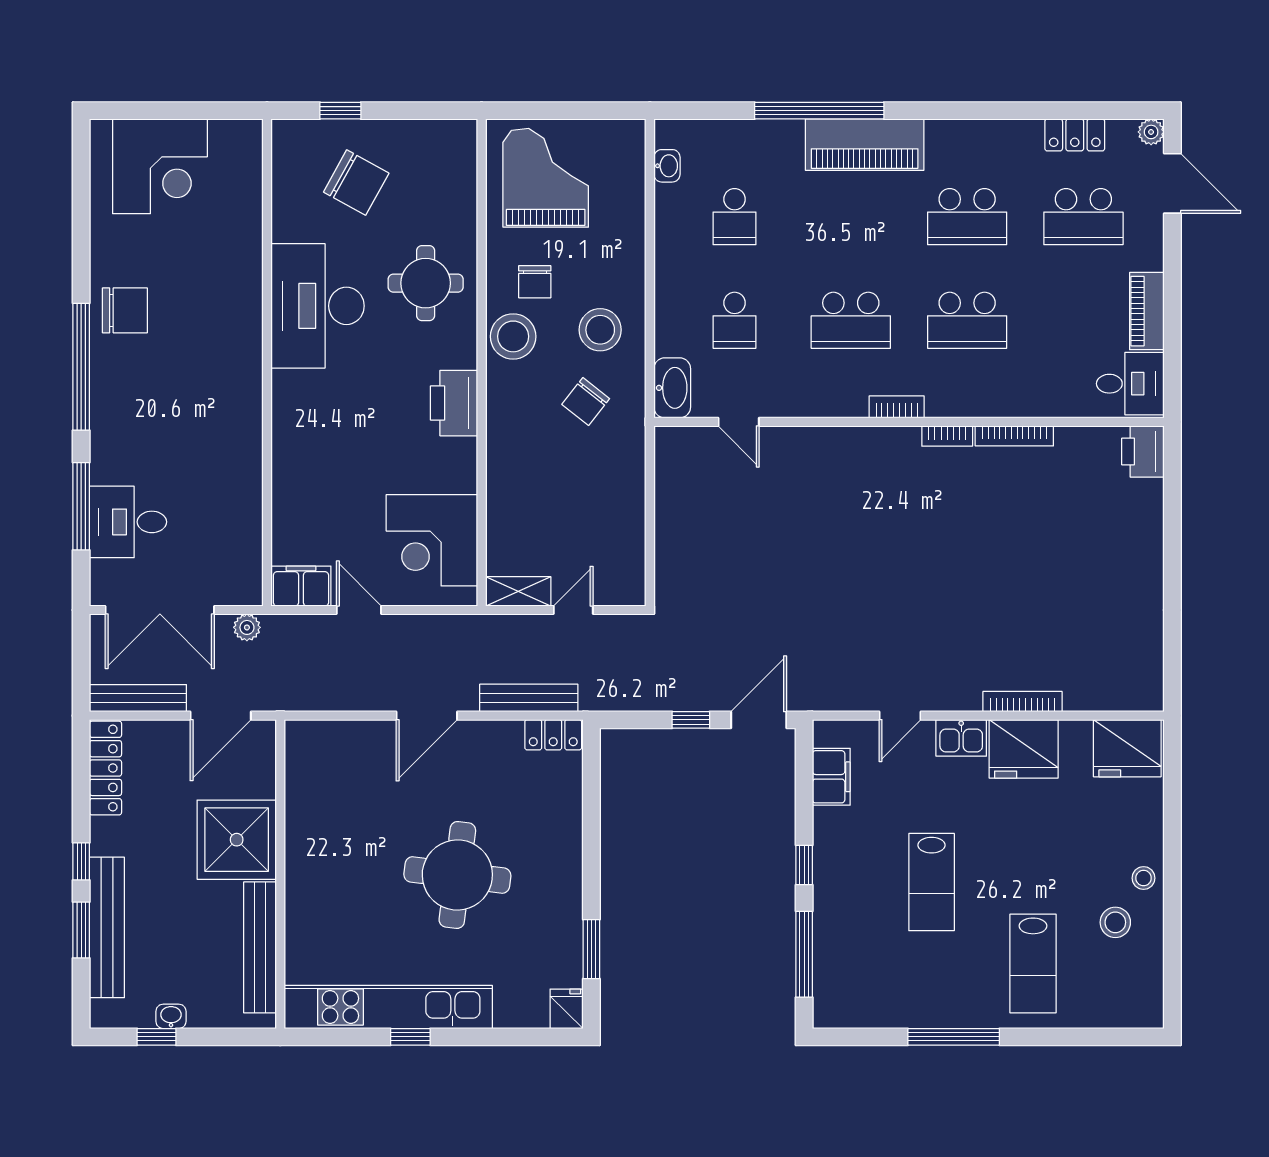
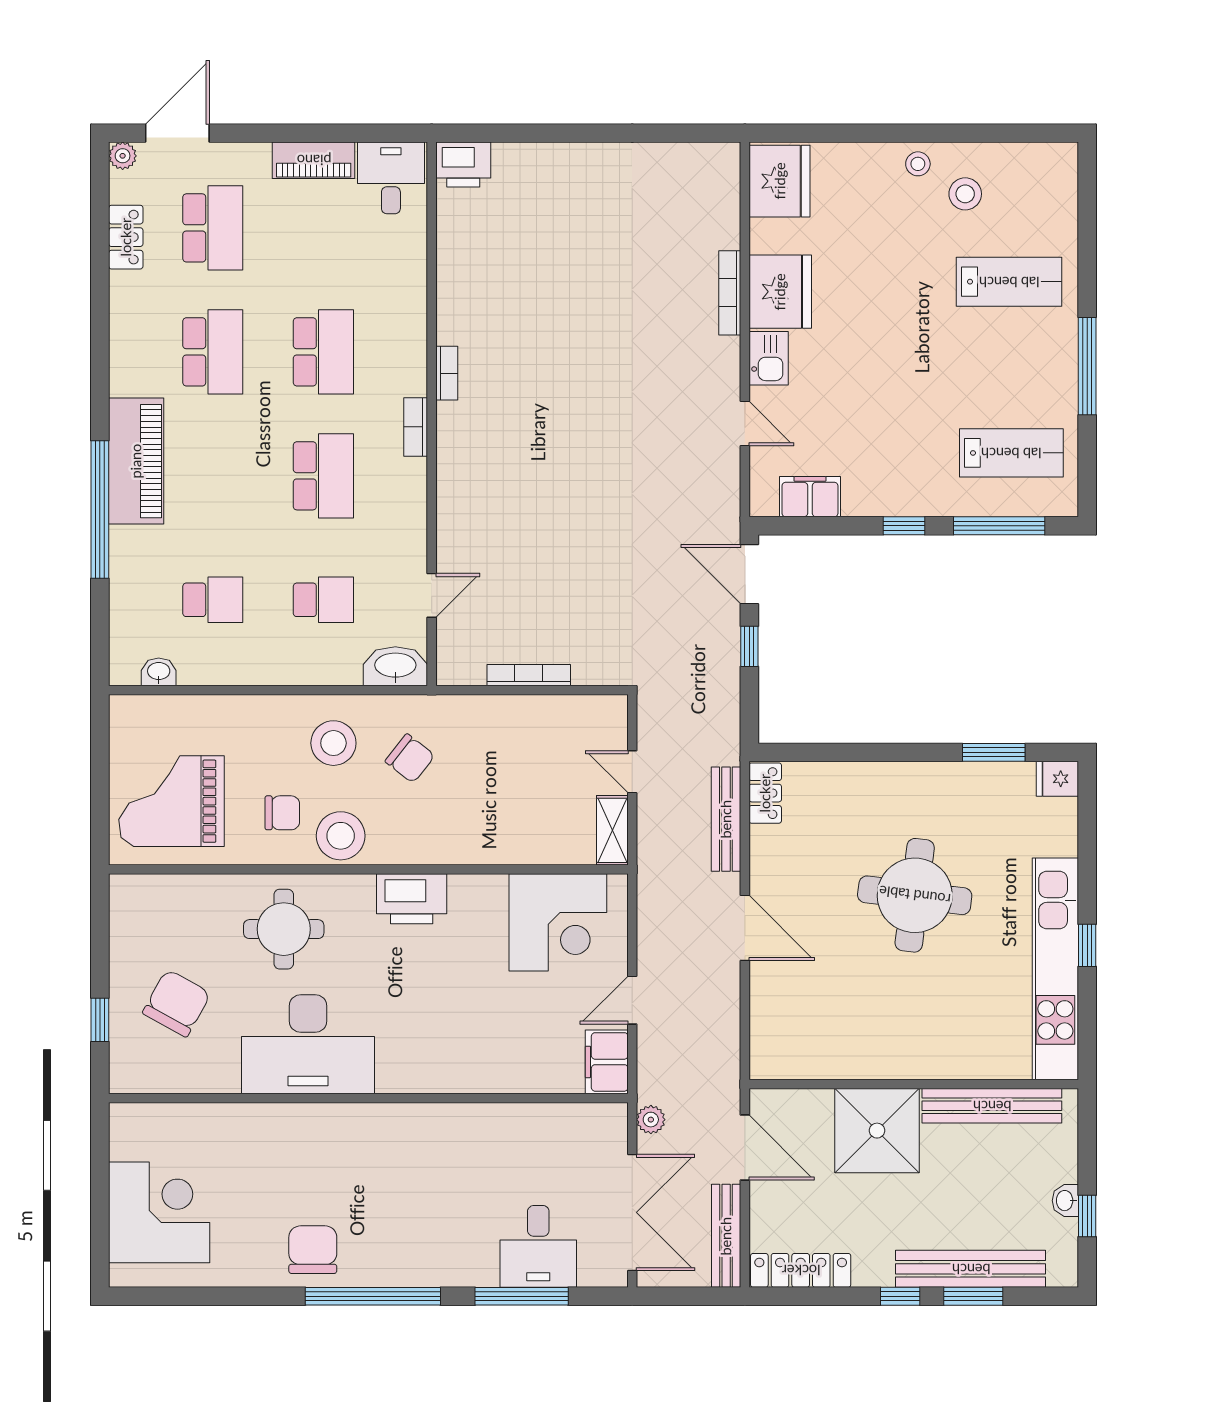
bookcase: (1014, 436) -> (529, 675), moved, turned -90
lab bench: (932, 882) -> (1011, 453), moved

